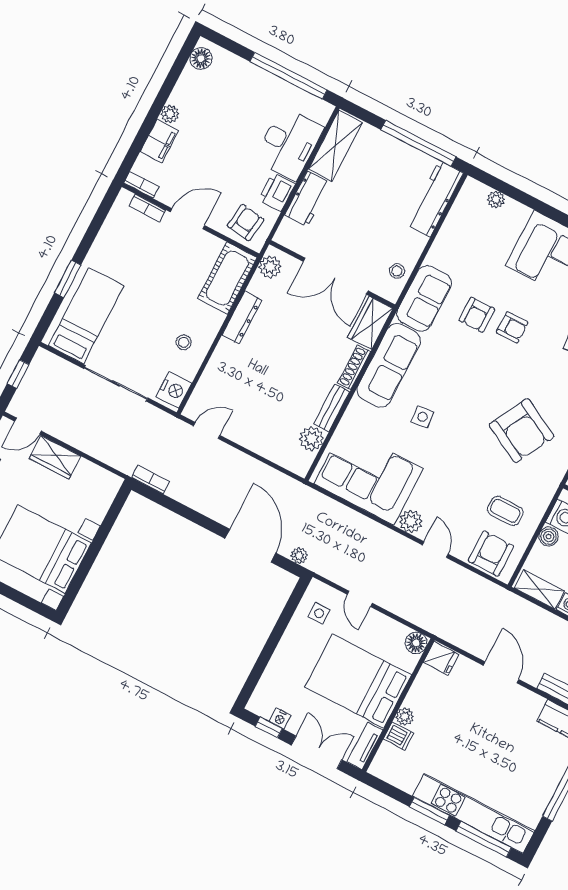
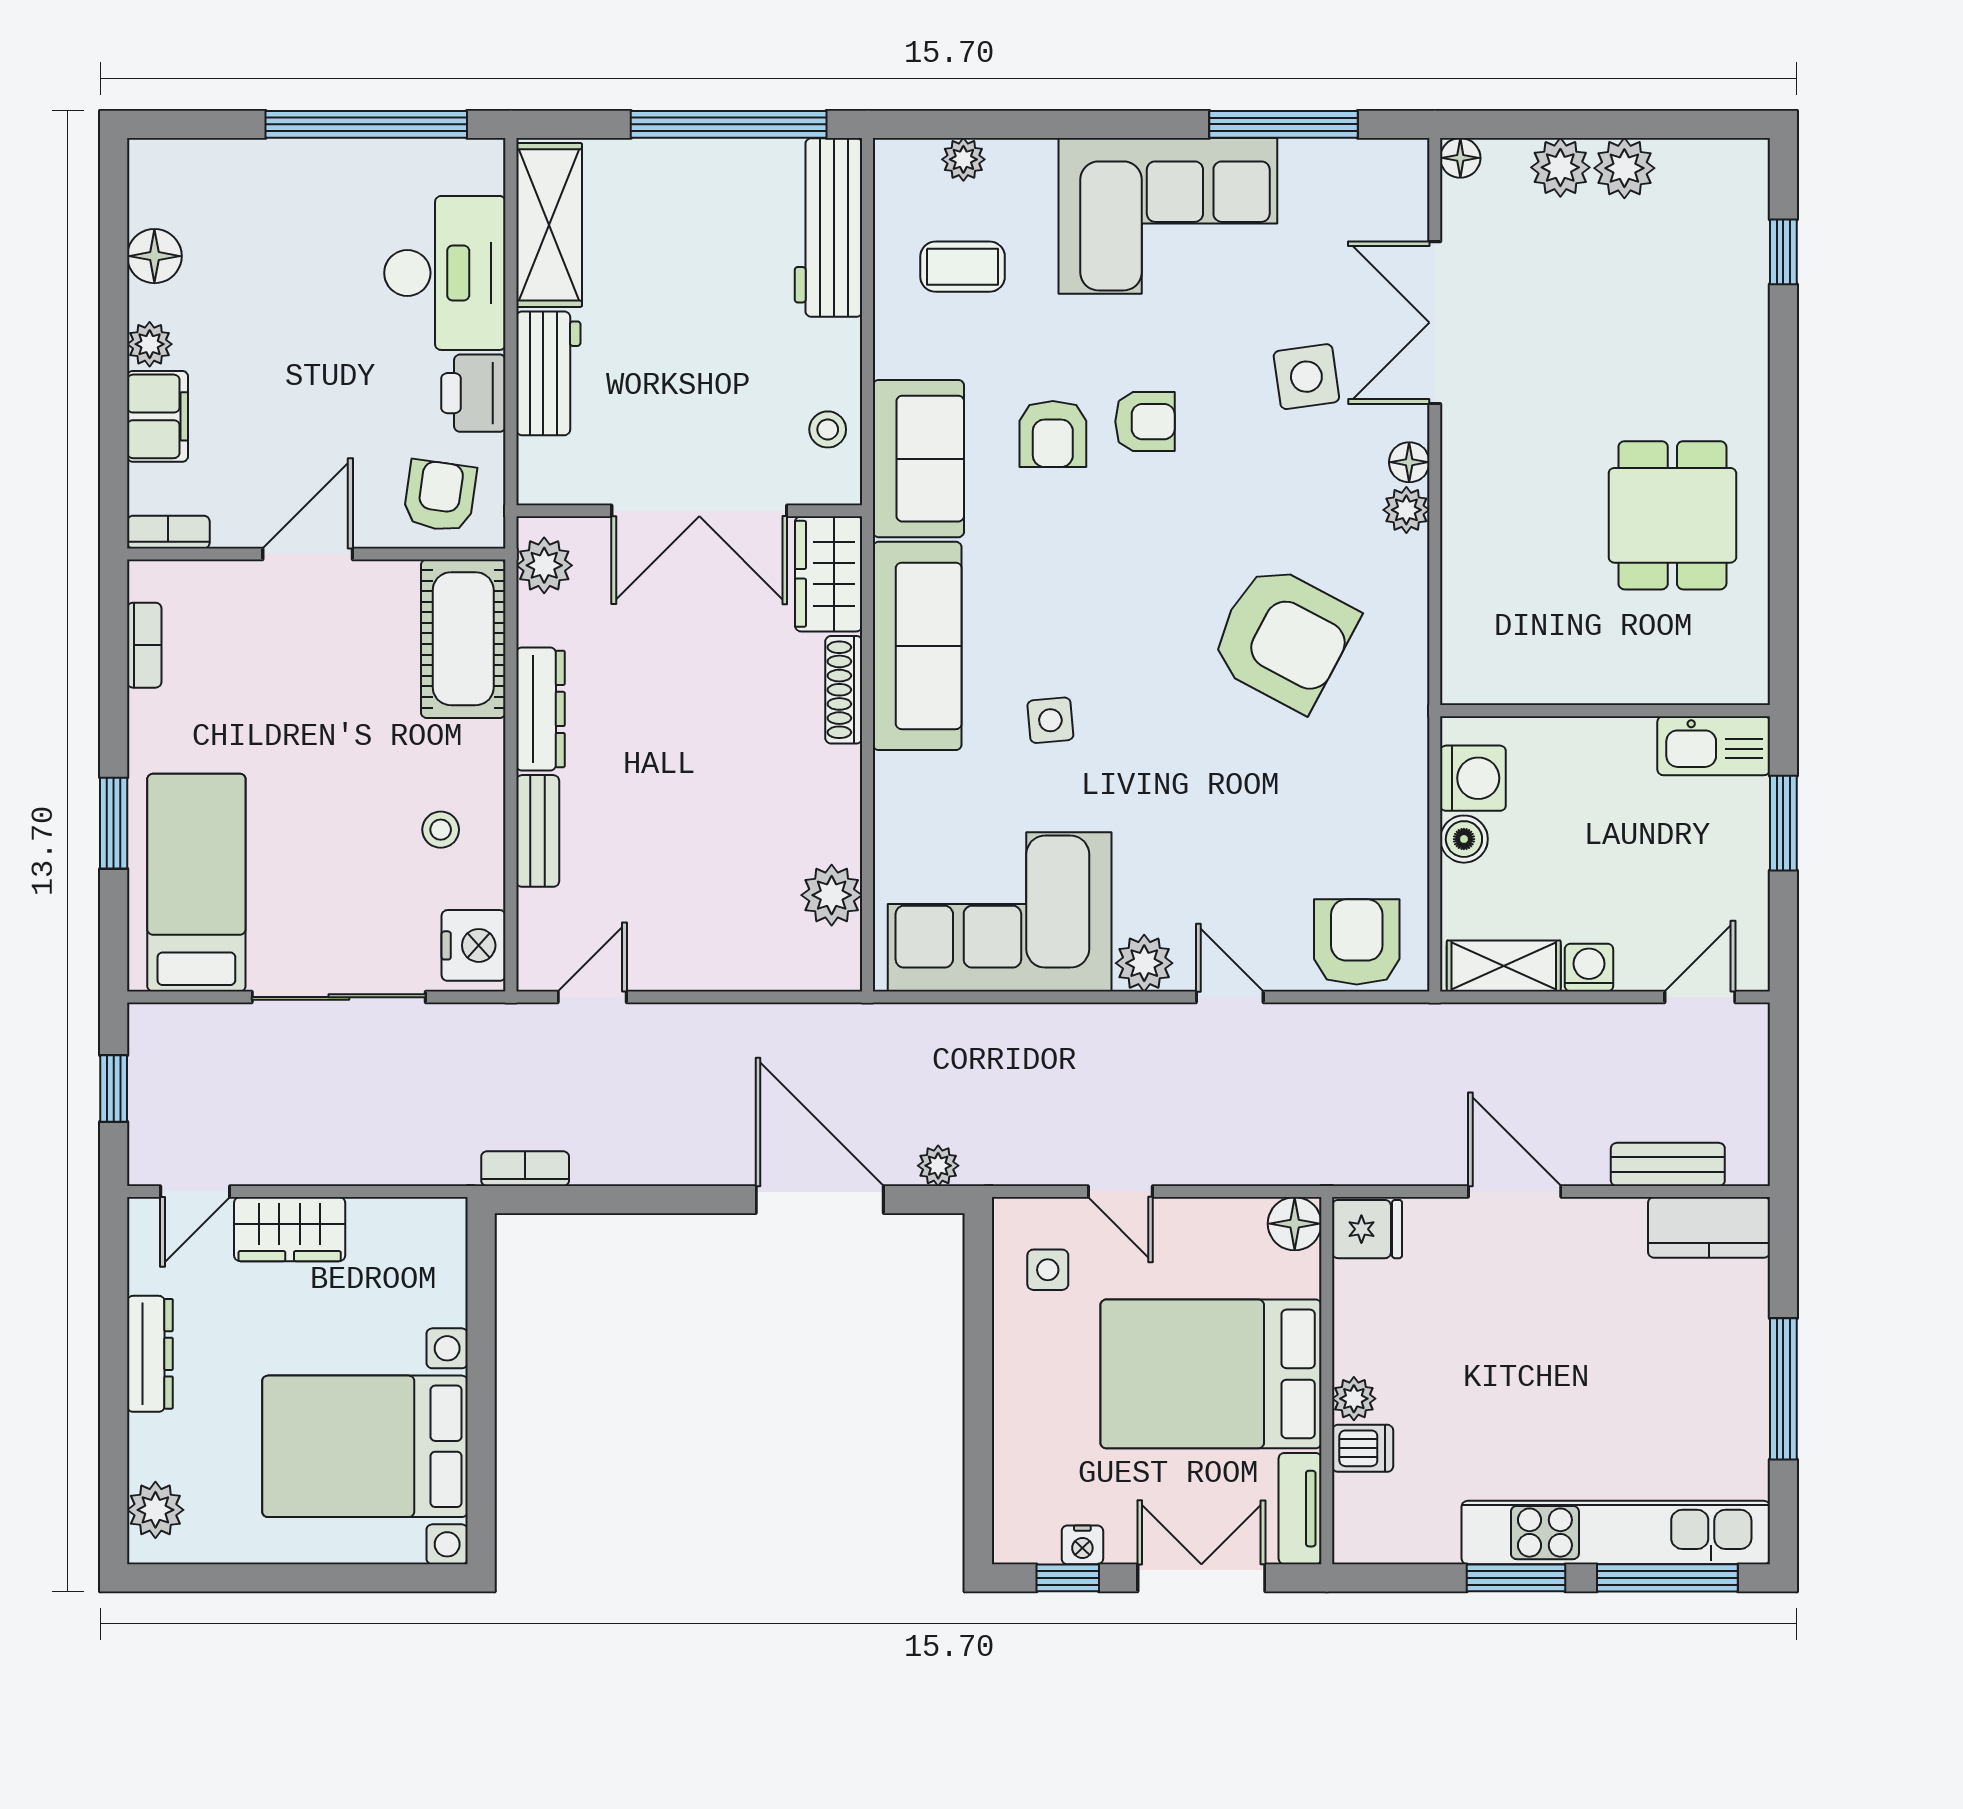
floor lamp: (201, 58) -> (154, 256), moved
bookcase: (147, 208) -> (144, 645), moved, turned -90
bench: (332, 408) -> (538, 831), moved
coffee table: (505, 511) -> (963, 267), moved

